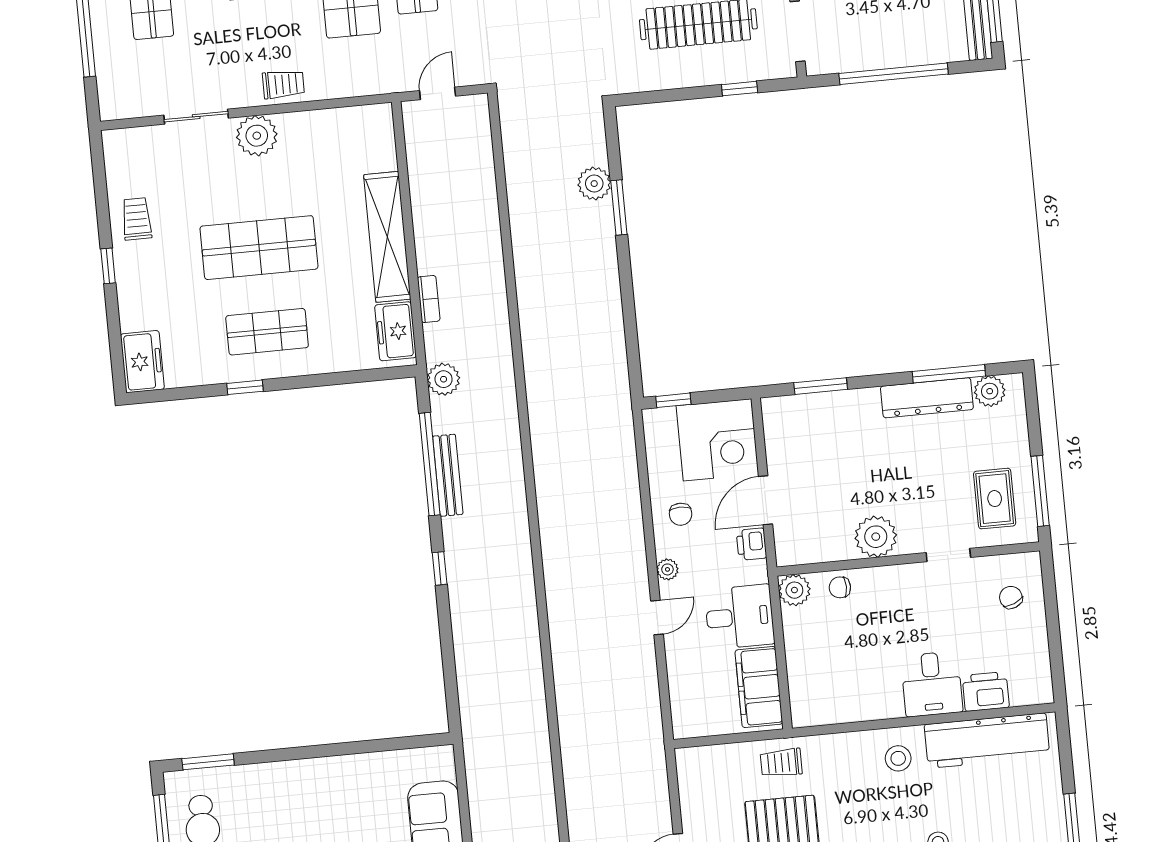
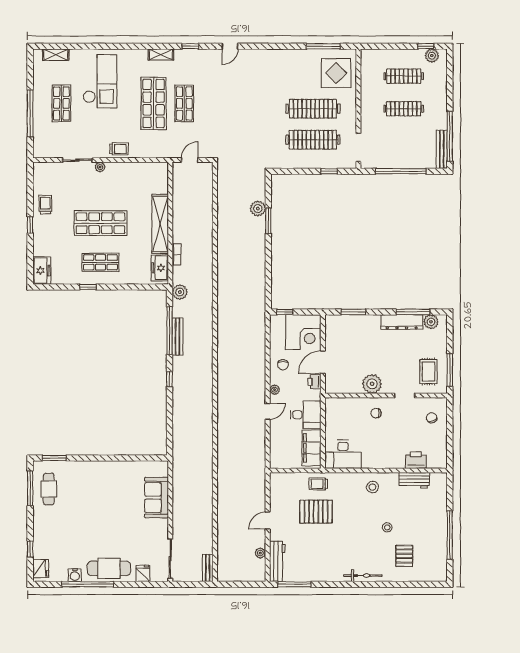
plant: (257, 136) -> (100, 167), width x0.53, depth x0.53
chair: (840, 587) -> (376, 413), moved
plant: (794, 590) -> (332, 405), removed
desk: (932, 684) -> (343, 454), moved, width x1.37
workbench: (987, 741) -> (414, 480), width x0.53, depth x0.76

